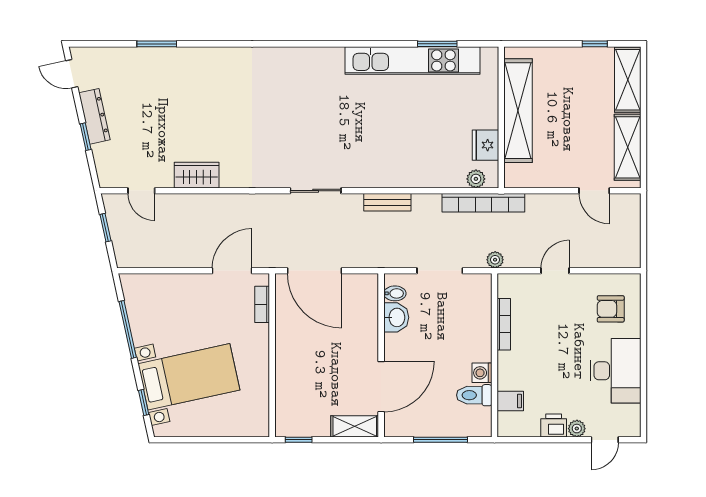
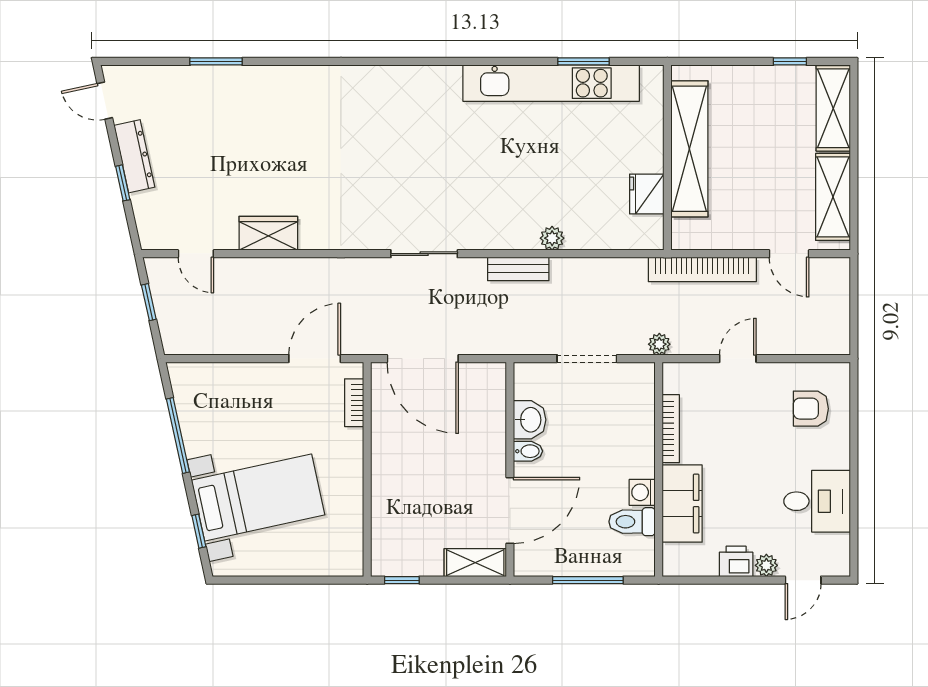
plant: (476, 179) -> (552, 238), moved
bookcase: (483, 203) -> (702, 269), moved
bidet: (395, 293) -> (528, 451), moved
desk: (615, 371) -> (817, 501), width x0.73
filing cabinet: (510, 401) -> (682, 504), width x3.00, depth x1.17

